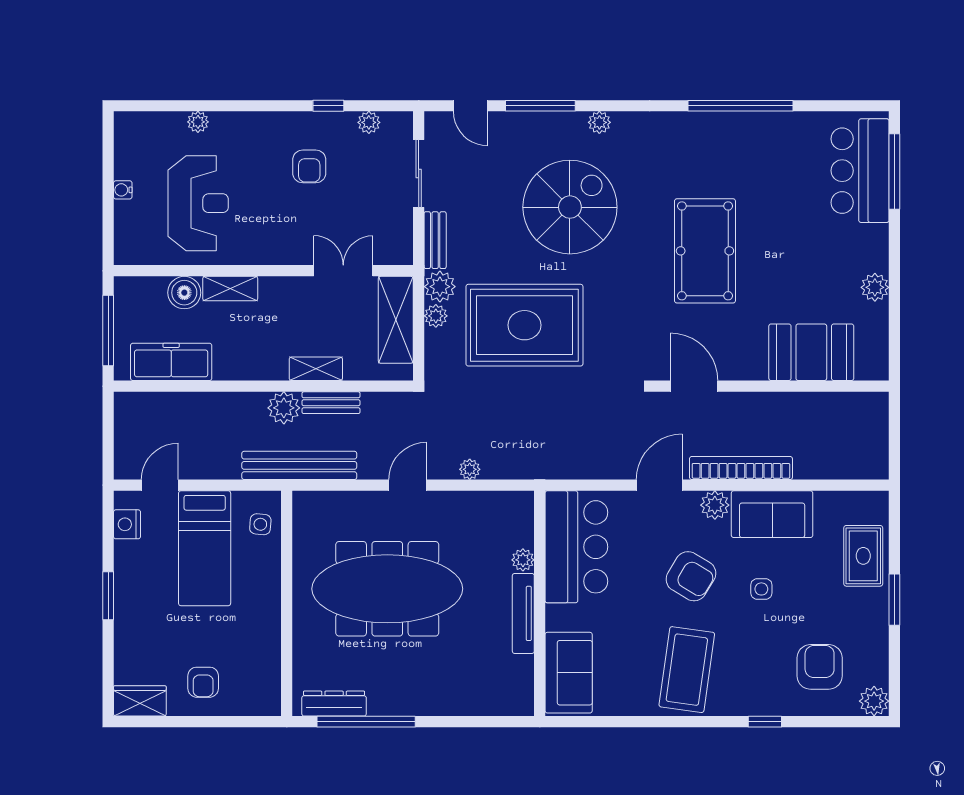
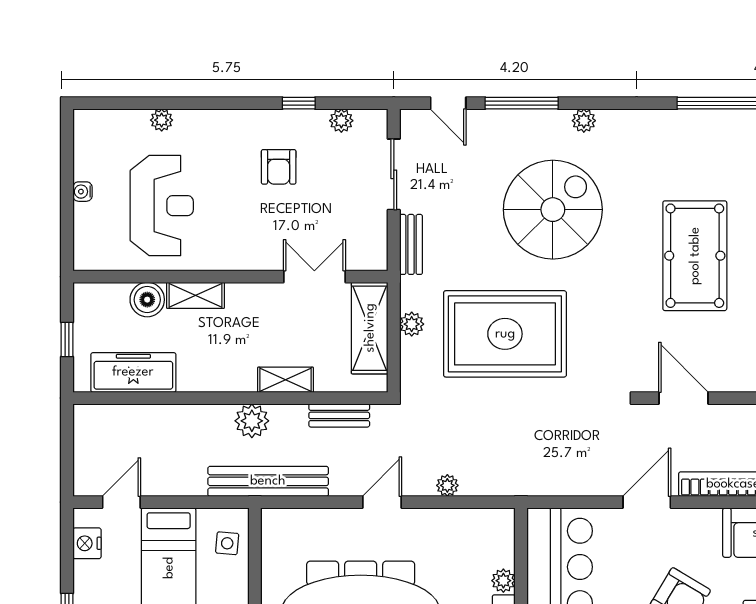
plant: (440, 287) -> (416, 293), removed
window: (108, 331) -> (67, 339), width x0.46
bench: (331, 403) -> (339, 415), moved
plant: (715, 505) -> (705, 523), removed

